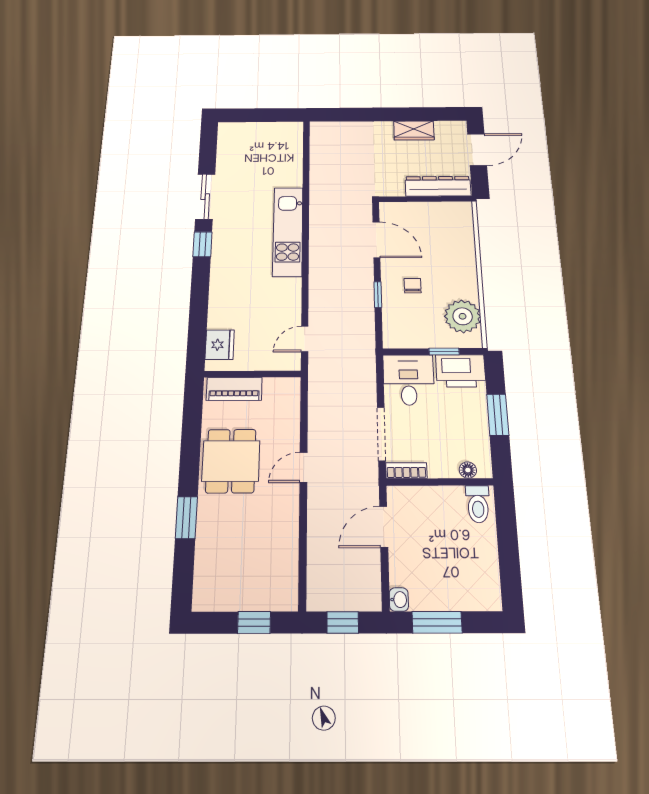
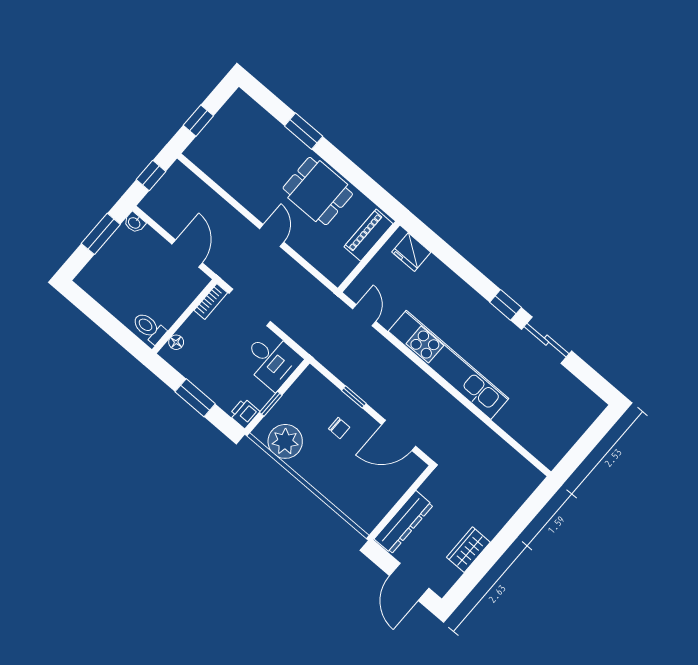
kitchen unit: (288, 231) -> (448, 365), width x1.36
printer: (461, 371) -> (244, 413), width x0.53, depth x0.68

